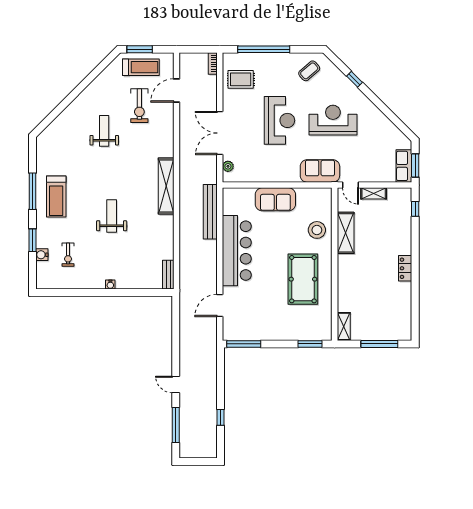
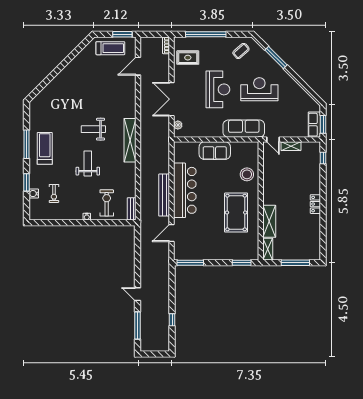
window: (140, 49) -> (122, 34), moved
window: (354, 79) -> (276, 58), width x2.17
exercise bike: (139, 106) -> (107, 203), moved, turned 180
weight bench: (104, 131) -> (93, 129), moved, turned -90
sofa: (320, 171) -> (244, 129), width x1.36
treadmill: (56, 197) -> (45, 148), turned 180
bench: (210, 212) -> (164, 195), moved
shelving: (346, 233) -> (269, 221), moved

